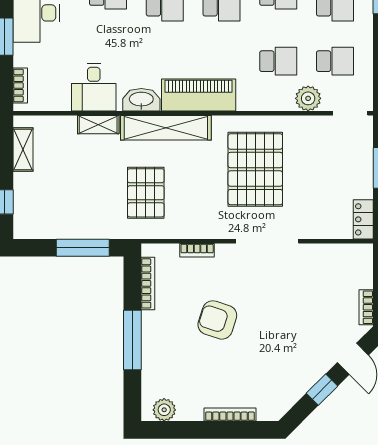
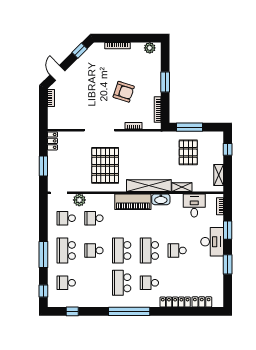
desk: (94, 87) -> (194, 205), moved
pallet: (146, 193) -> (188, 152), moved
window: (132, 340) -> (165, 82), width x0.69
window: (322, 390) -> (80, 51), moved

